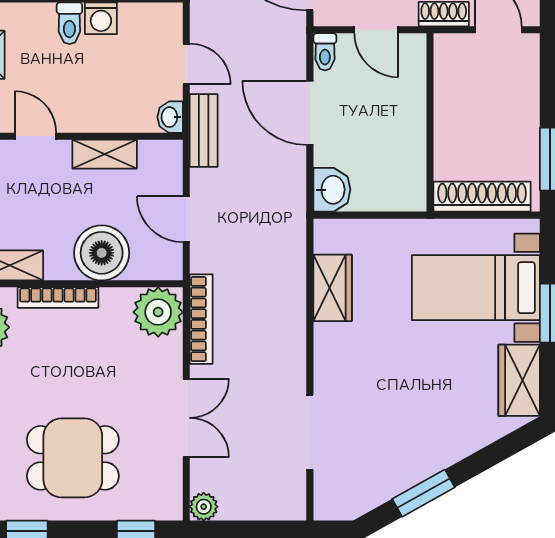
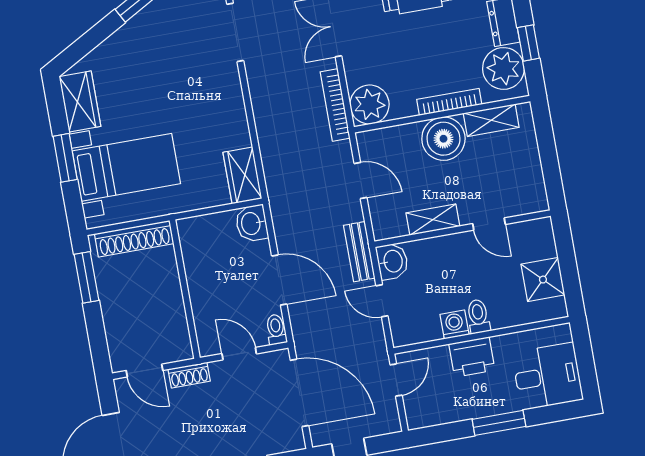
washbasin: (170, 117) -> (392, 261), width x1.38, depth x1.45
boiler: (102, 253) -> (443, 139), moved
wardrobe: (333, 288) -> (242, 175), moved

